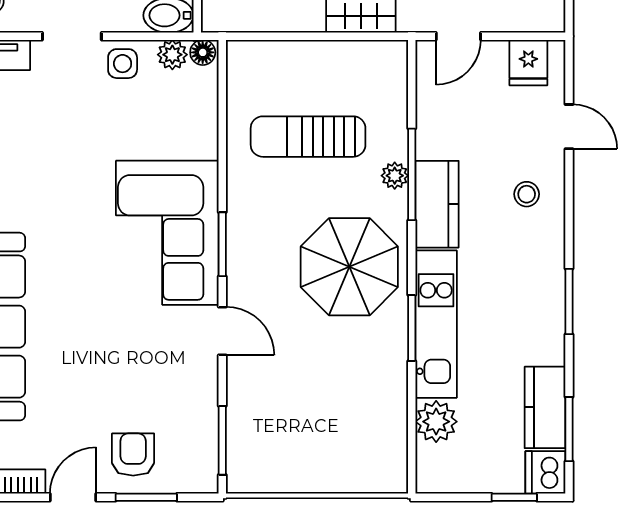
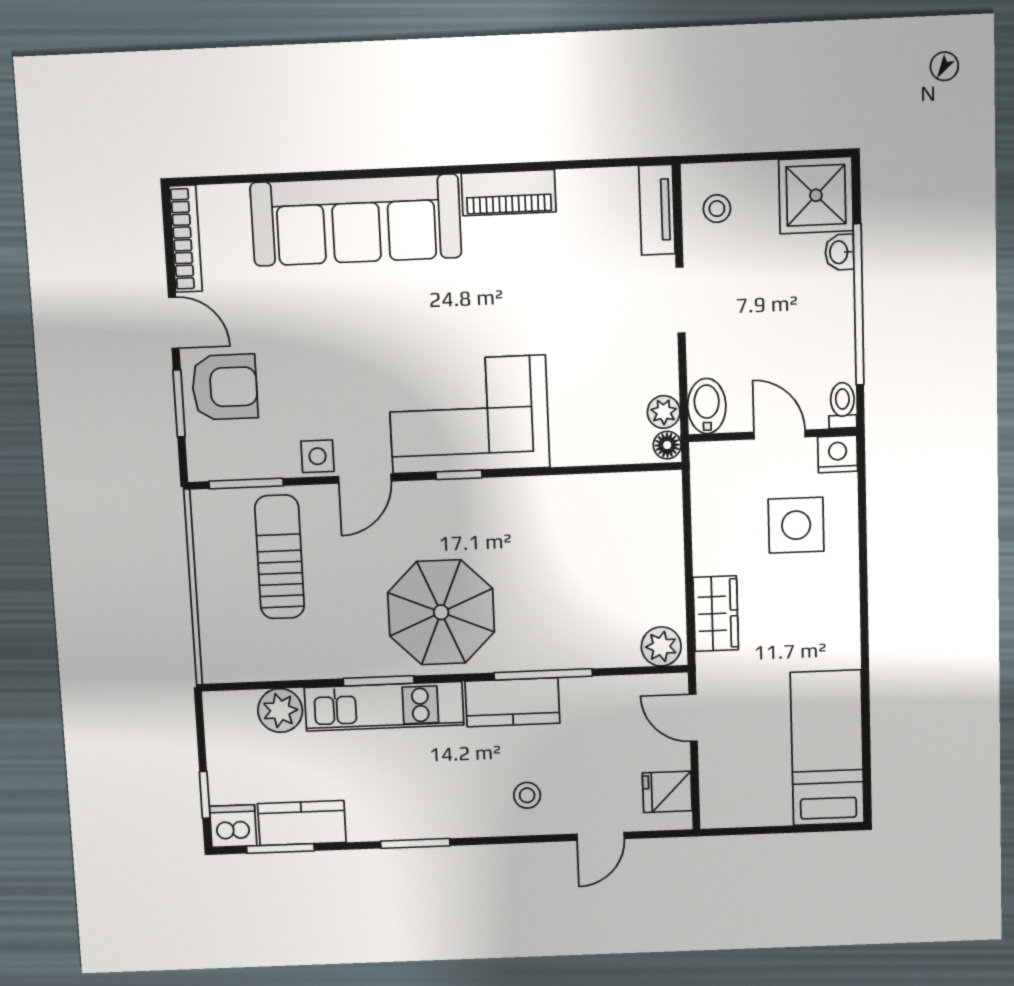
side table: (123, 64) -> (318, 456), moved
sun lounger: (308, 137) -> (280, 557), moved
plant: (395, 176) -> (661, 646), moved, width x1.38, depth x1.38
window: (222, 244) -> (459, 475), width x0.67
armchair: (133, 455) -> (225, 387), width x1.38, depth x1.38

